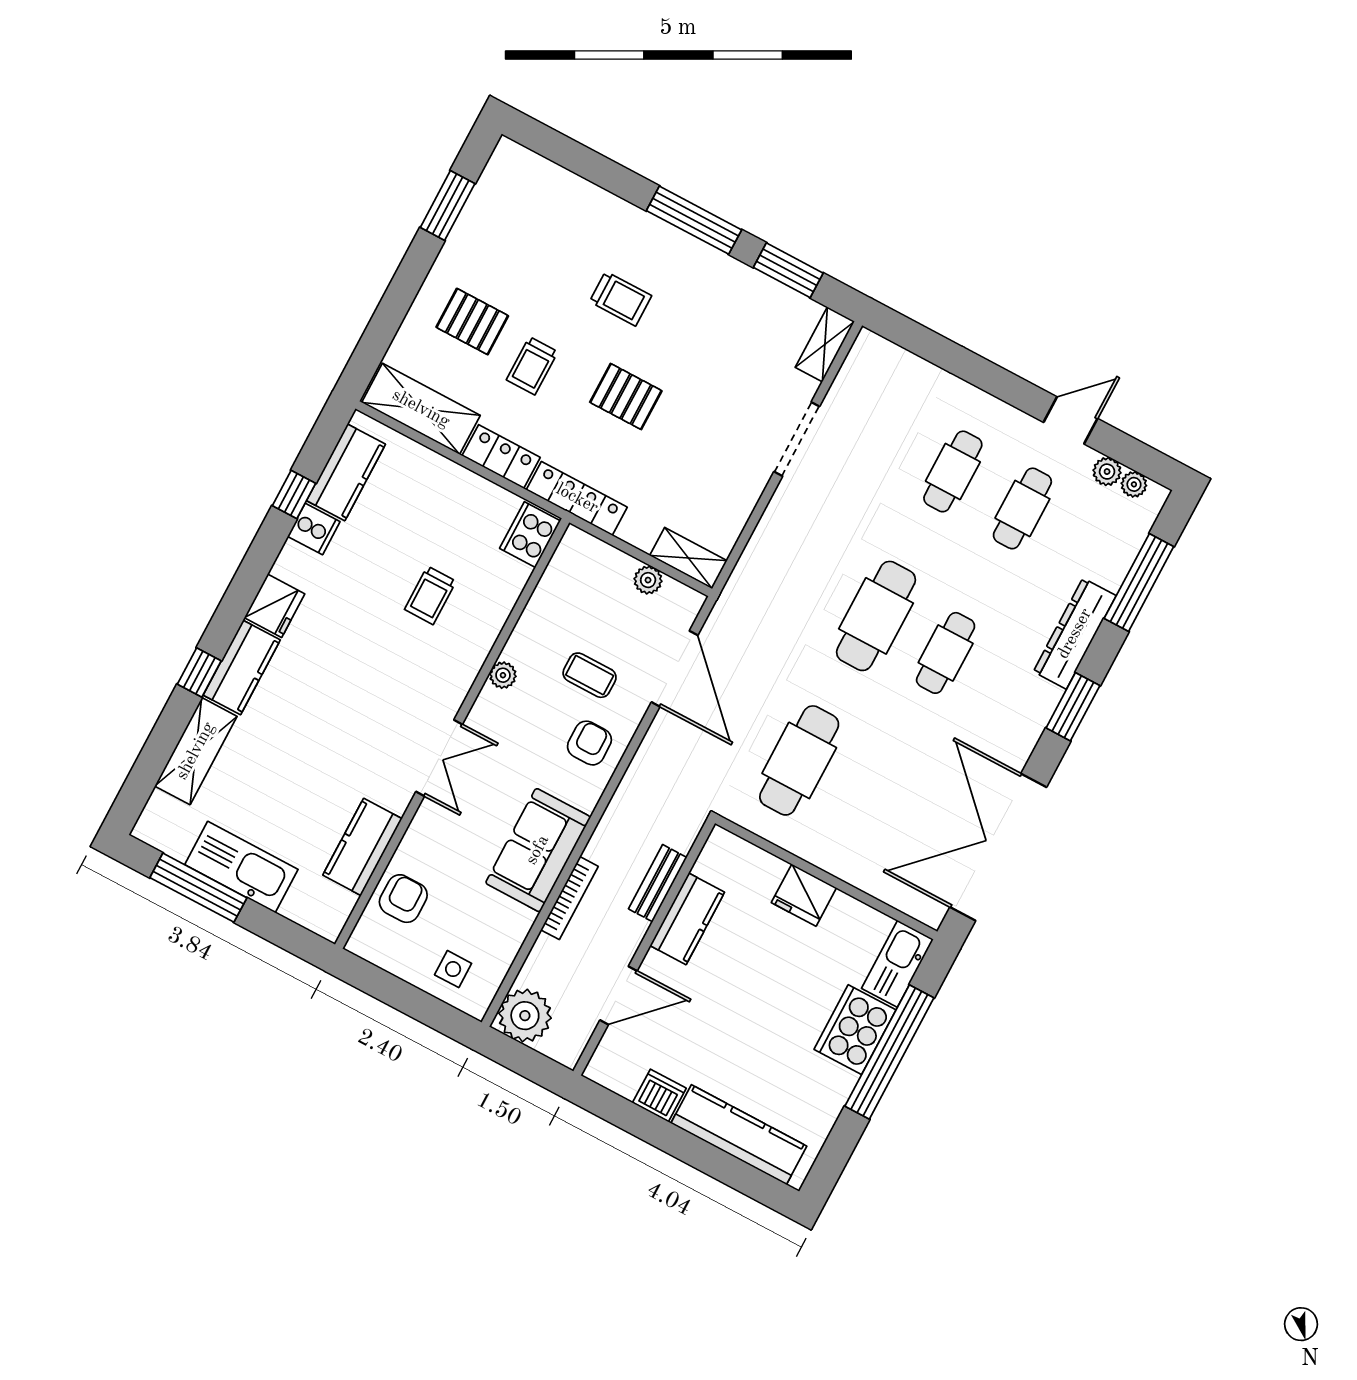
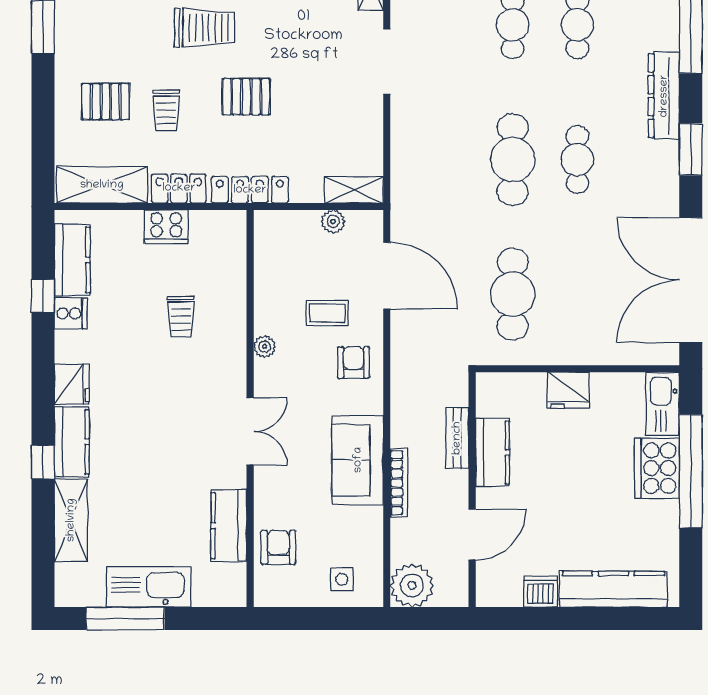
trolley: (621, 299) -> (205, 28), width x1.36, depth x1.39
cooker: (530, 535) -> (166, 227), moved, turned -90

